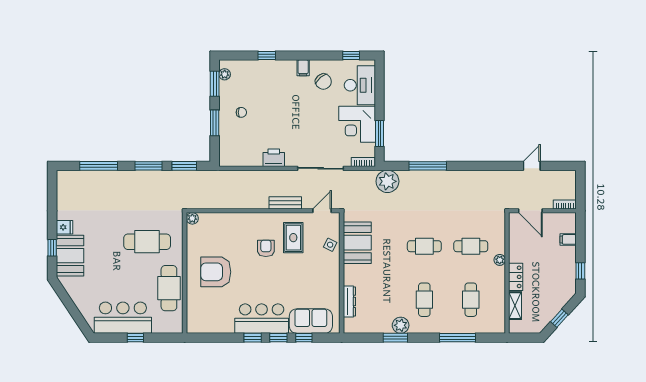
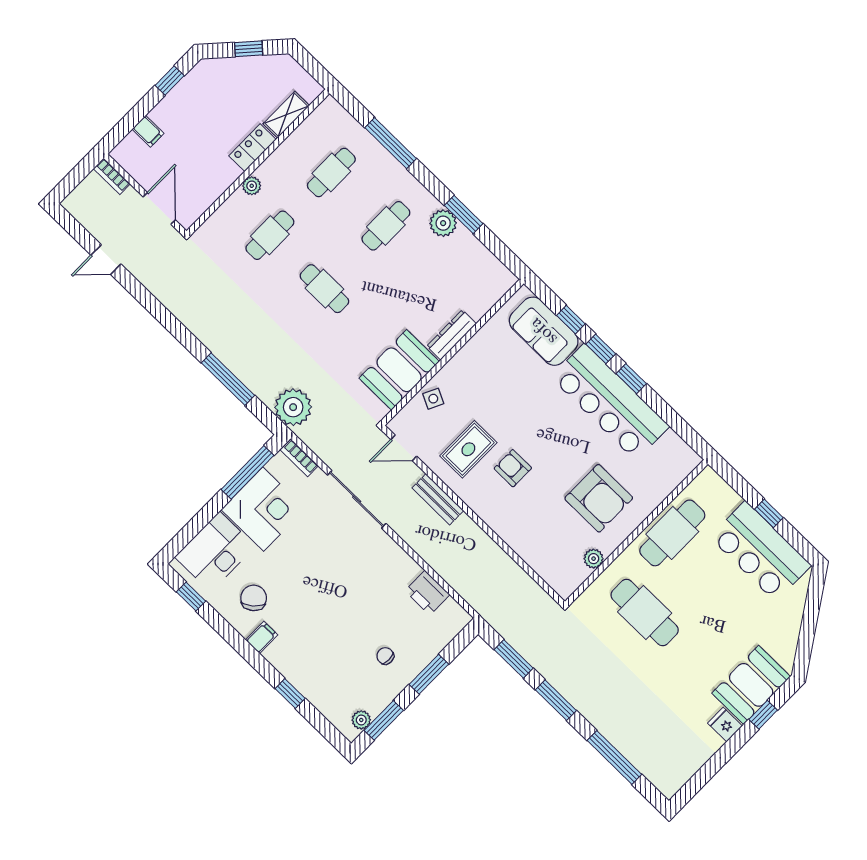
window: (380, 134) -> (248, 472), width x1.44
printer: (274, 158) -> (427, 593), moved
plant: (192, 218) -> (594, 559), moved
cafe table: (471, 246) -> (270, 235), turned 90
armchair: (266, 248) -> (513, 468), turned 90
dresser: (349, 301) -> (451, 335), moved
bar counter: (262, 319) -> (610, 402), width x1.36

